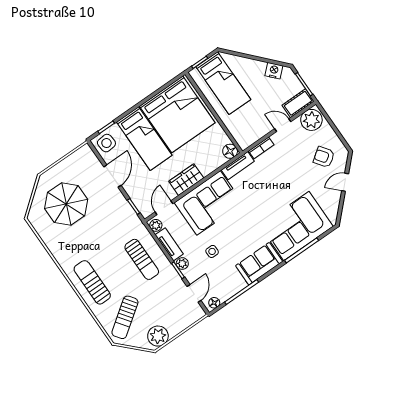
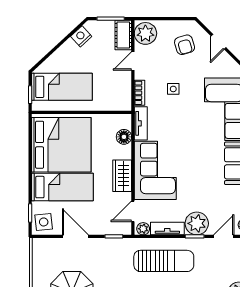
floor lamp: (230, 151) -> (124, 137), moved
armchair: (324, 157) -> (185, 45), turned -70
door: (164, 208) -> (133, 211), hinge flipped
side table: (212, 251) -> (173, 89), moved
sun lounger: (142, 259) -> (164, 261), width x1.36, depth x1.34
plant: (182, 264) -> (197, 223), width x1.87, depth x1.87
door: (194, 293) -> (224, 236), hinge flipped

